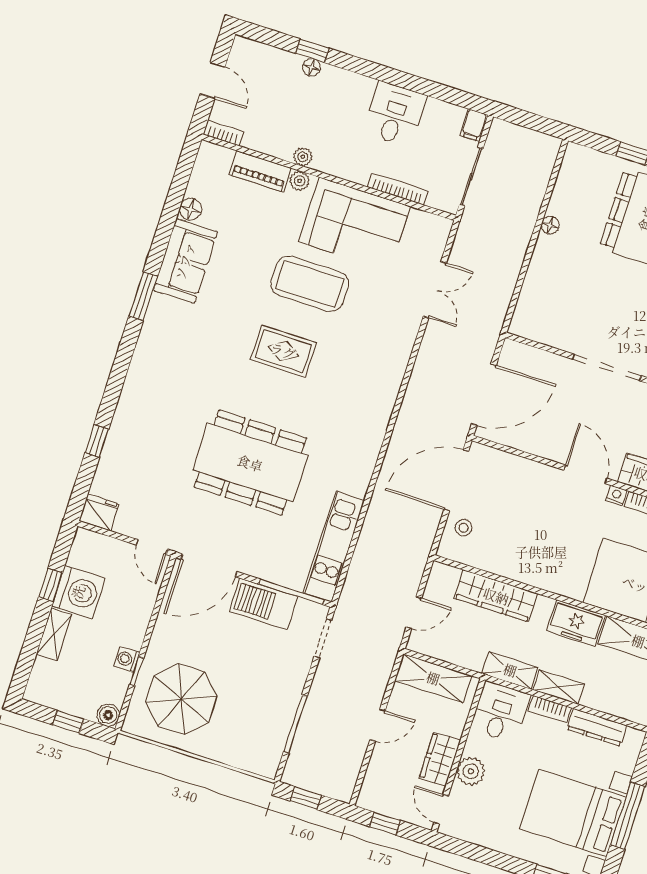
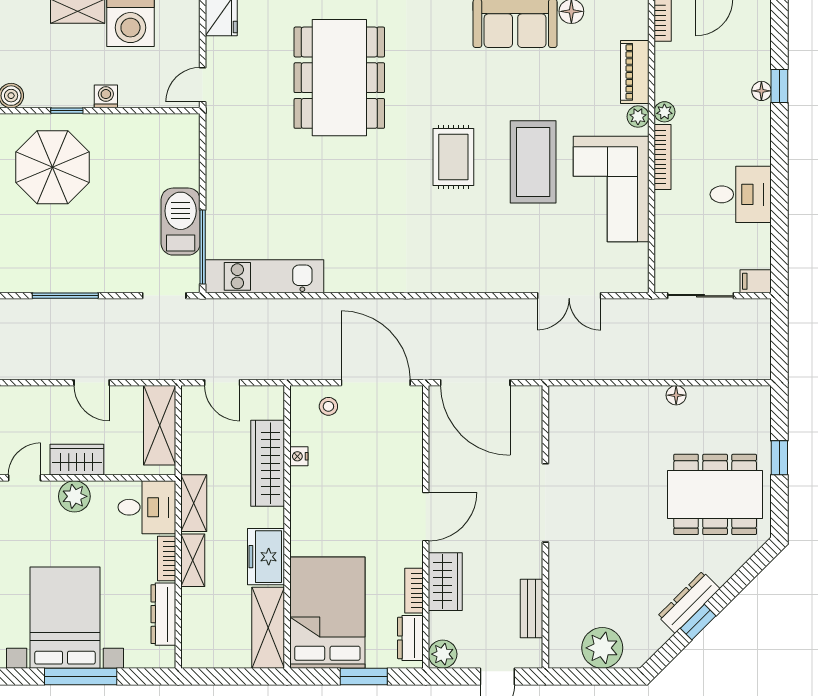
bookcase: (398, 189) -> (663, 157), moved
dining table: (250, 463) -> (339, 78), moved
nightstand: (616, 495) -> (299, 456), moved, turned 180
door: (209, 565) -> (203, 151), removed
washing machine: (127, 659) -> (106, 96), moved

